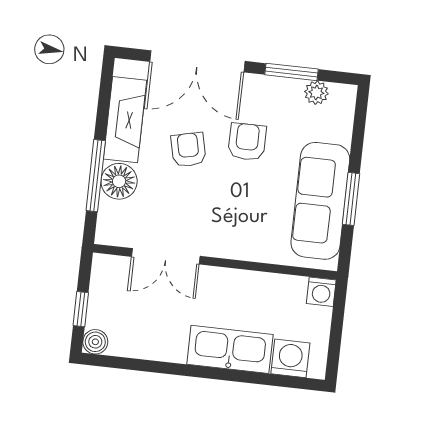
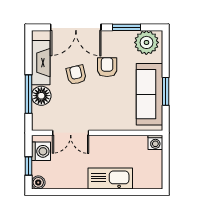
plant: (316, 93) -> (146, 42), width x1.88, depth x1.88
washing machine: (290, 358) -> (41, 151), moved, turned 90

